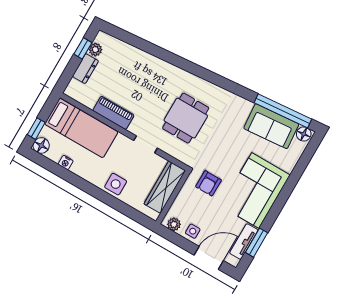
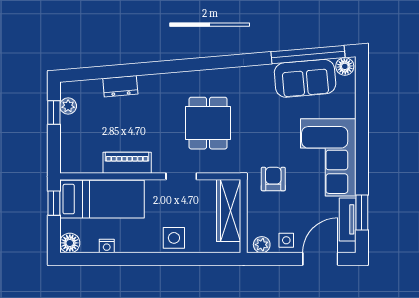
dresser: (85, 69) -> (120, 86), moved, turned 85
window: (36, 129) -> (54, 203), moved
armchair: (208, 183) -> (273, 179), turned 180

